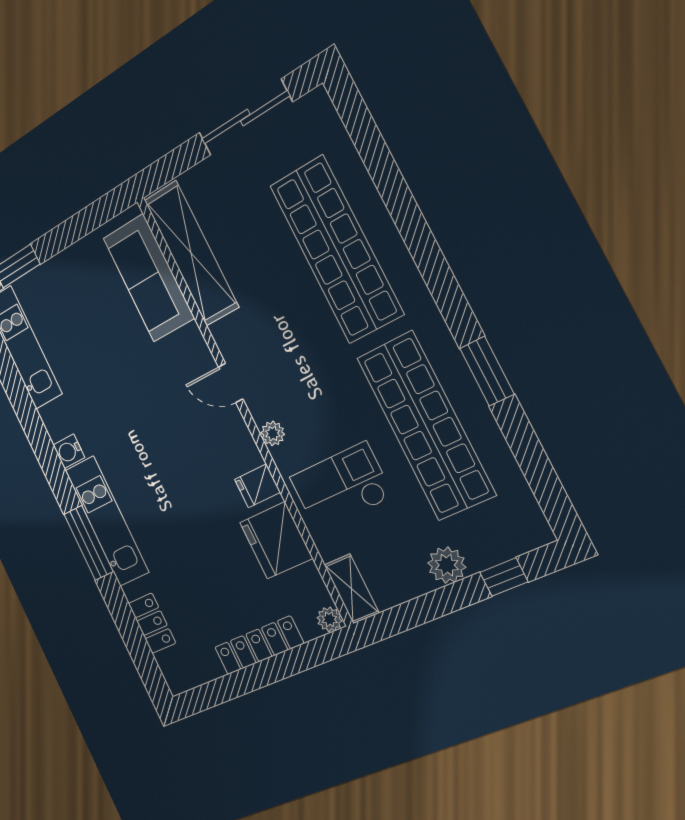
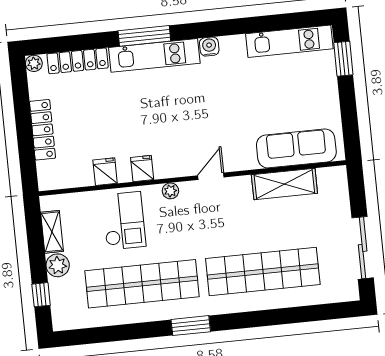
shelving: (191, 253) -> (284, 184), width x0.68
window: (487, 371) -> (191, 326), moved
fridge: (276, 540) -> (105, 172), width x0.53, depth x0.75
shelving: (351, 589) -> (52, 232), moved, turned 90
plant: (329, 619) -> (34, 63), moved
locker: (152, 623) -> (78, 61), width x1.53

